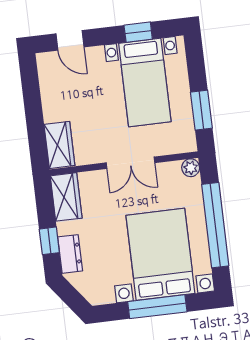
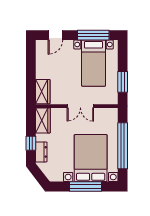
window: (138, 32) -> (93, 35), width x2.17
door: (70, 40) -> (55, 35), hinge flipped
plant: (191, 168) -> (113, 113), removed

